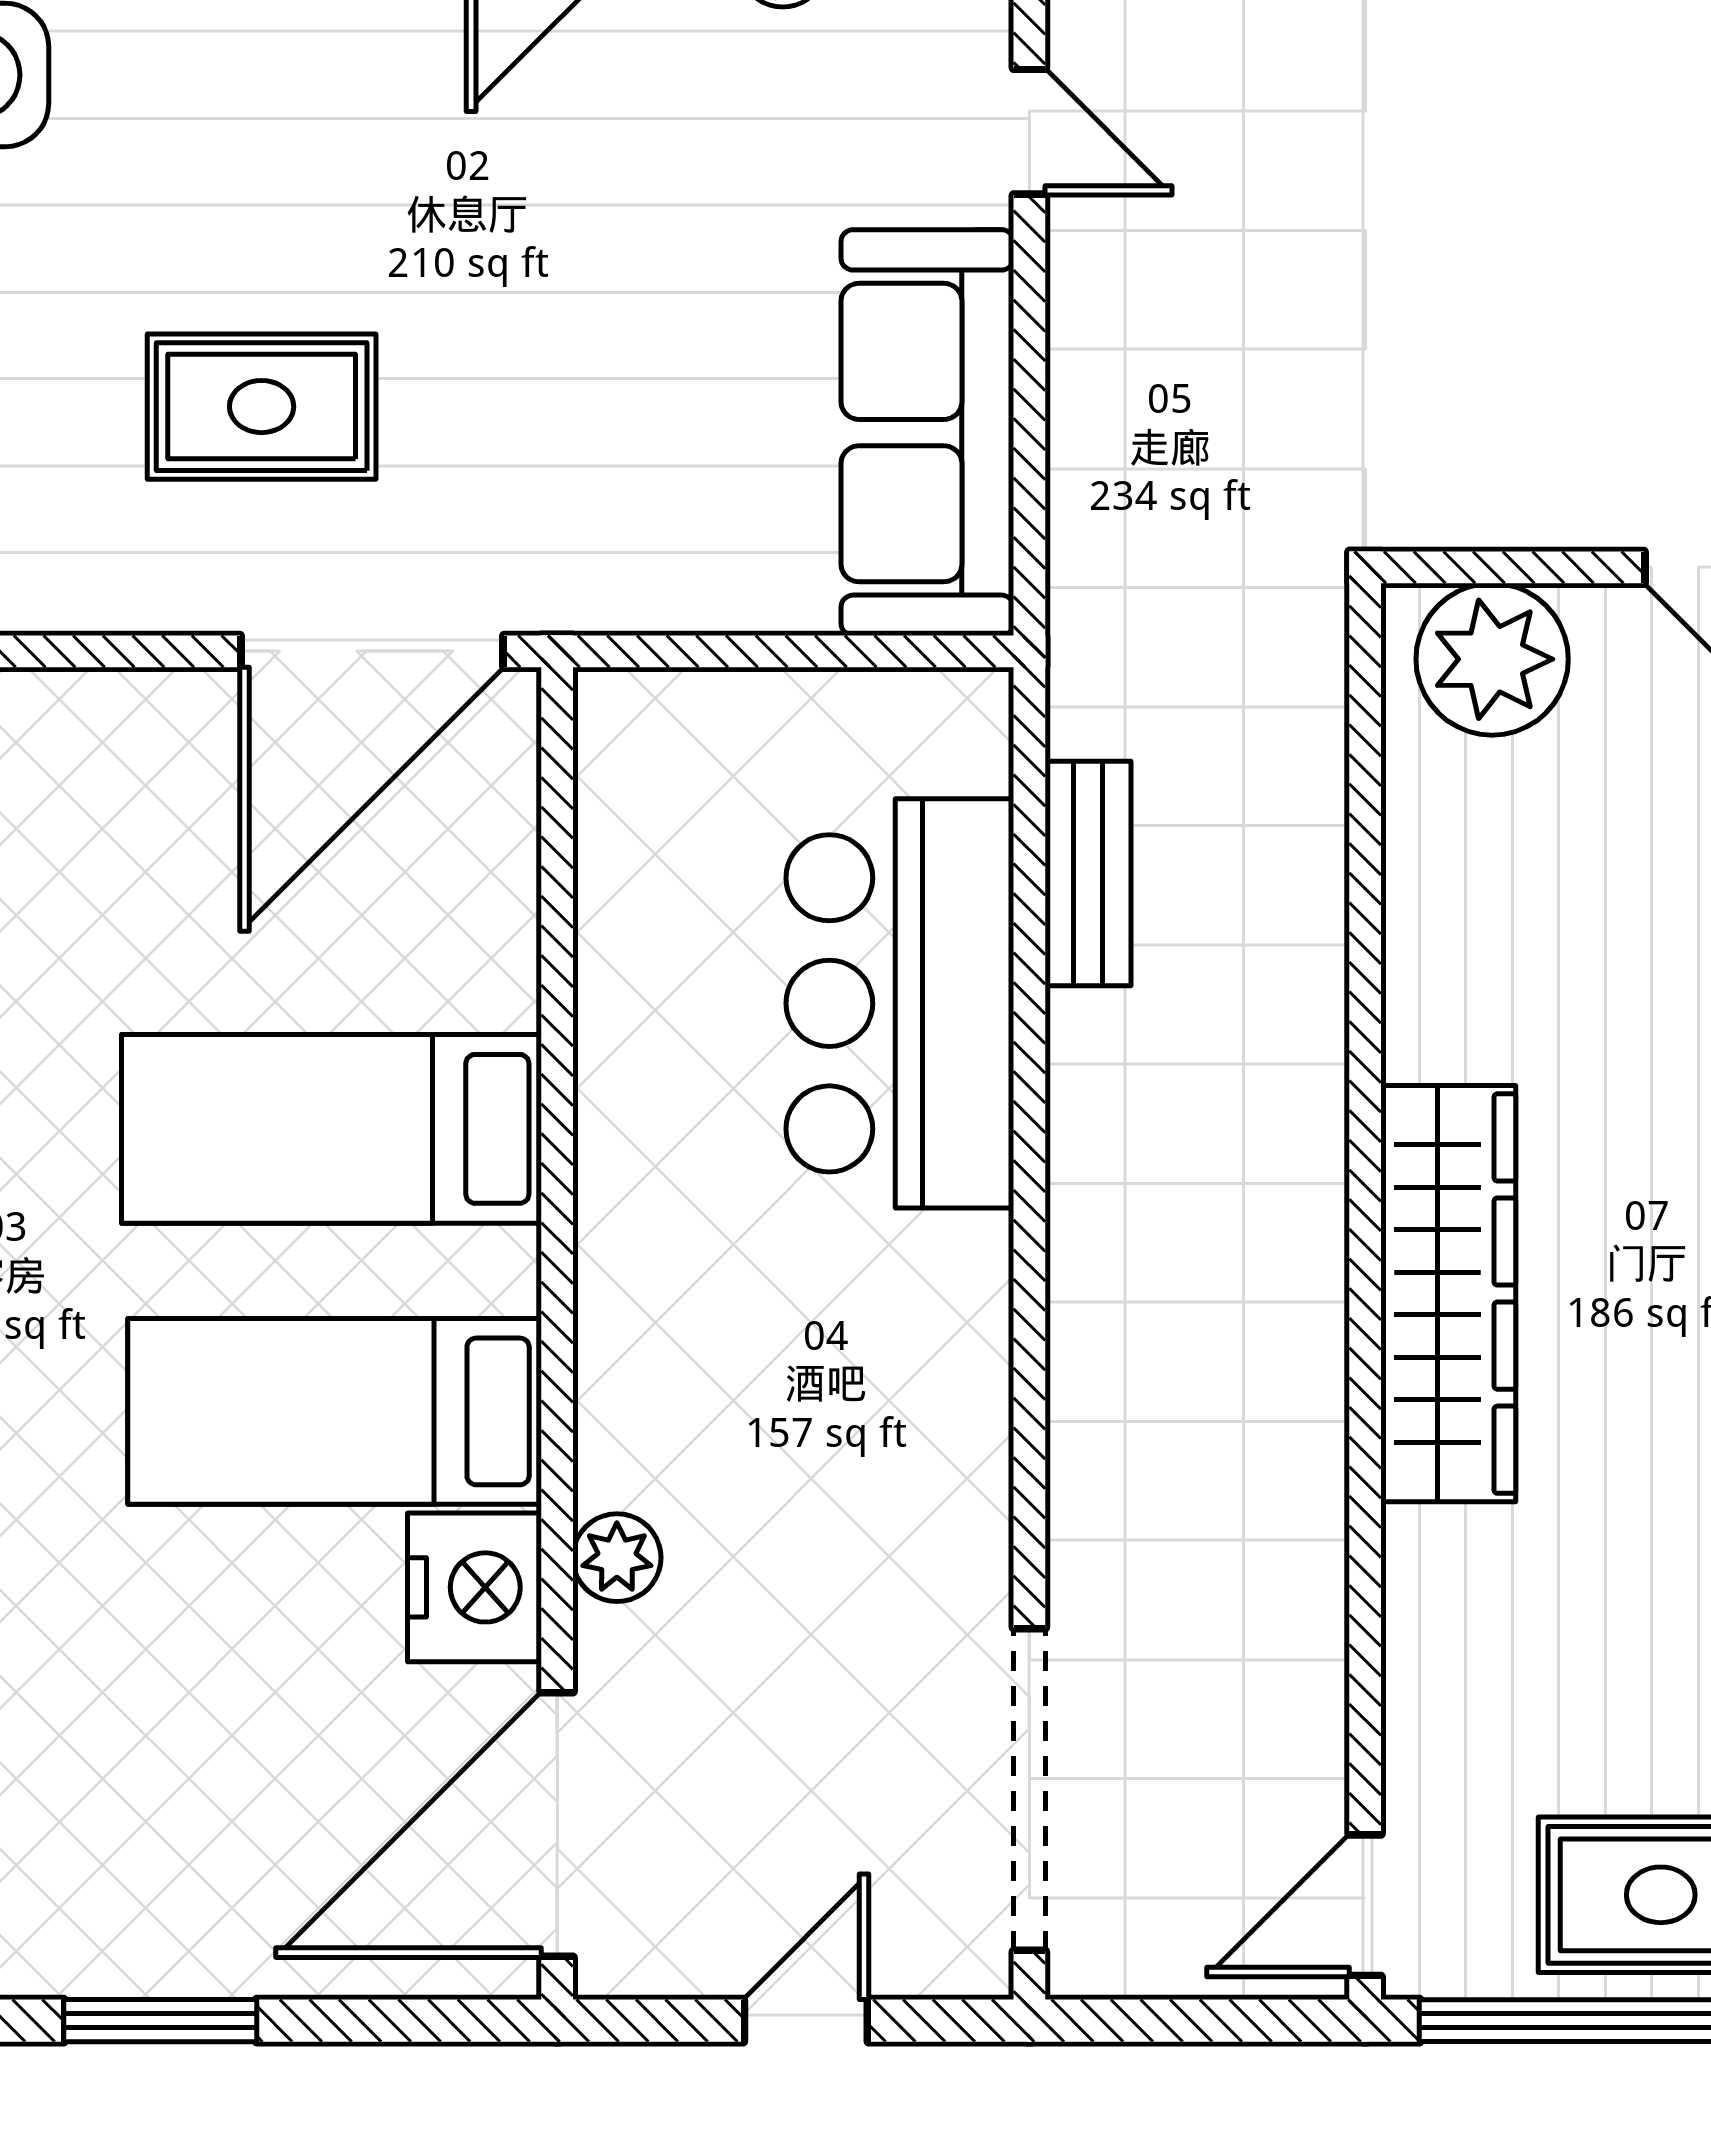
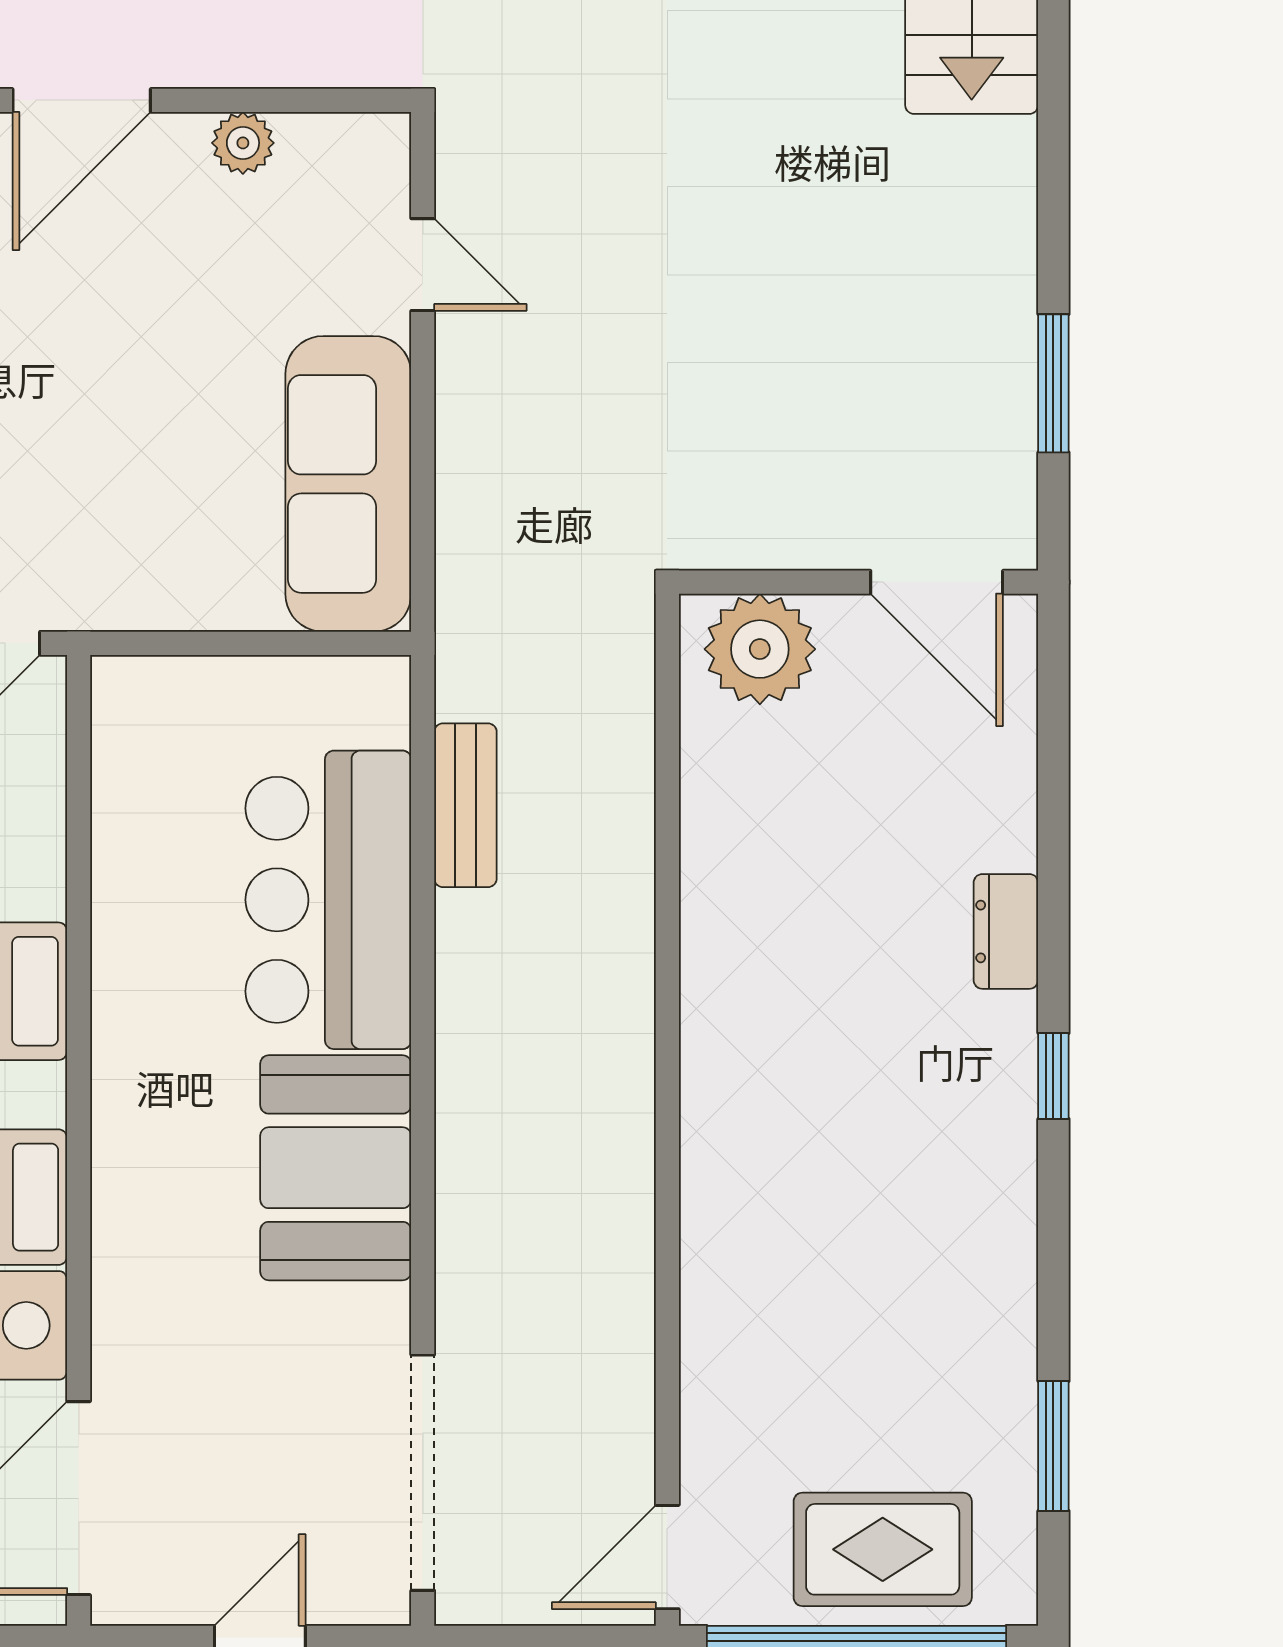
wardrobe: (1448, 1294) -> (728, 1111), removed
booth: (910, 1371) -> (336, 1168), added
plant: (617, 1558) -> (122, 1304), removed

